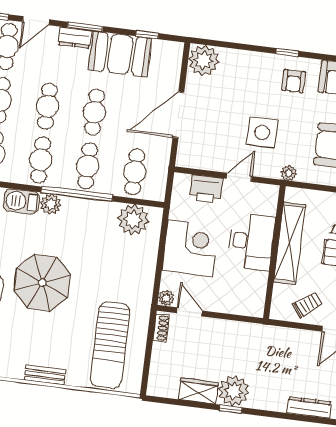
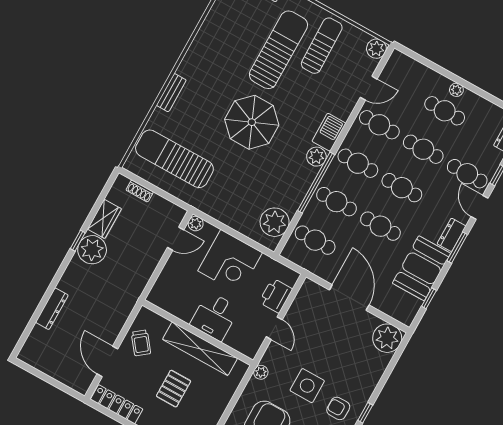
side table: (262, 132) -> (307, 386), moved
desk: (251, 242) -> (215, 316), width x0.73
shoe rack: (161, 328) -> (140, 191), moved

